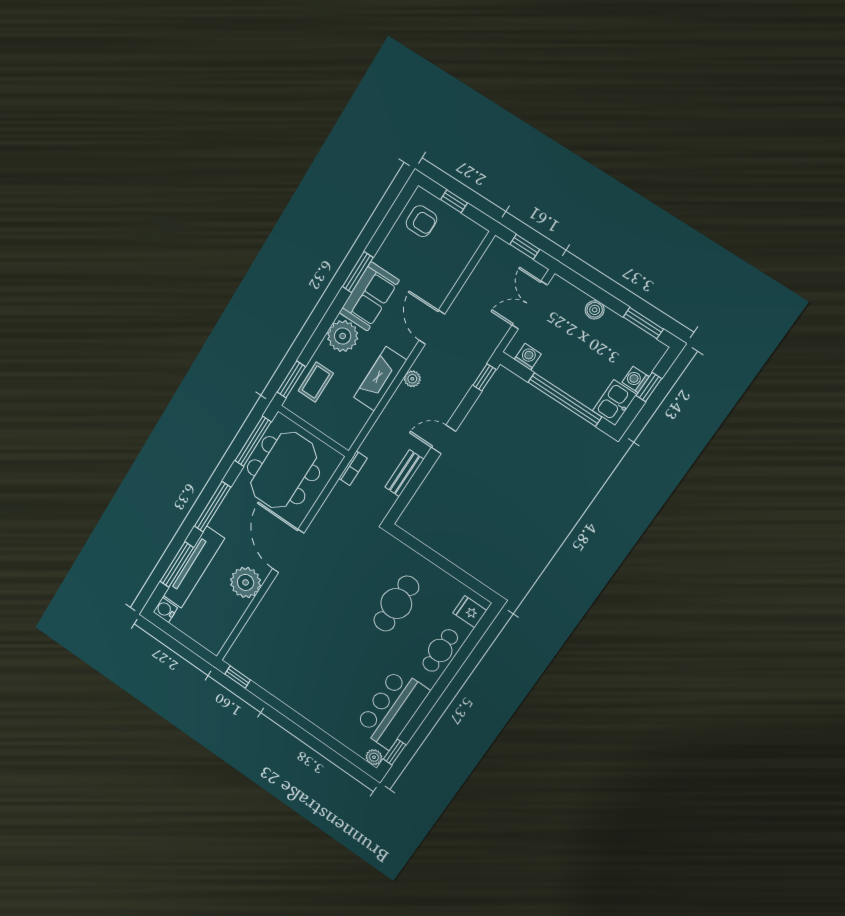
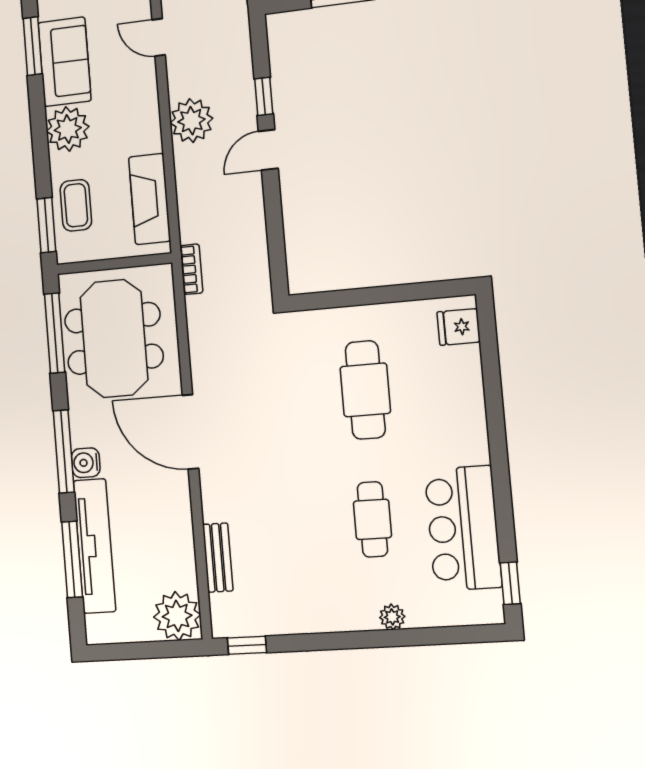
door: (432, 327) -> (159, 37), width x0.73
window: (484, 377) -> (264, 96), moved
fireplace: (380, 379) -> (150, 199), moved
plant: (412, 379) -> (191, 121), width x1.88, depth x1.88
bench: (404, 473) -> (218, 558), moved
plant: (246, 582) -> (177, 616), moved
water cooler: (165, 610) -> (86, 463), moved
cafe table: (440, 650) -> (372, 519), moved
plant: (374, 757) -> (392, 617), moved

